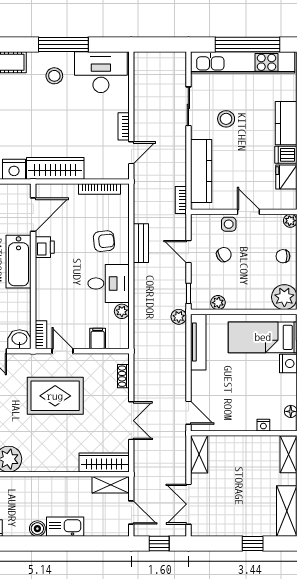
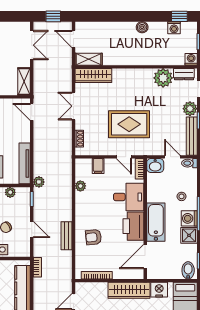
printer: (45, 247) -> (133, 226), width x1.87, depth x1.48
desk: (109, 283) -> (129, 197), moved, turned 180
kitchen sink: (65, 527) -> (122, 29), removed

